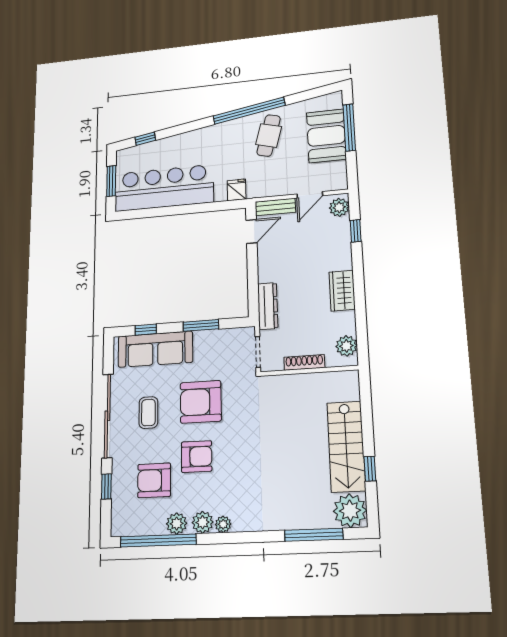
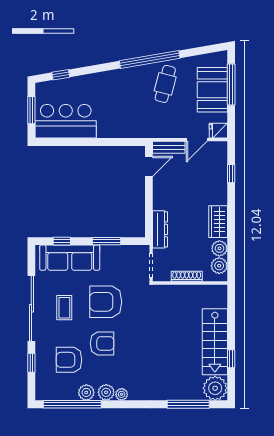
bar counter: (164, 188) -> (66, 121), width x0.73
fridge: (237, 190) -> (218, 131), moved, turned -90
plant: (339, 207) -> (219, 248), moved

